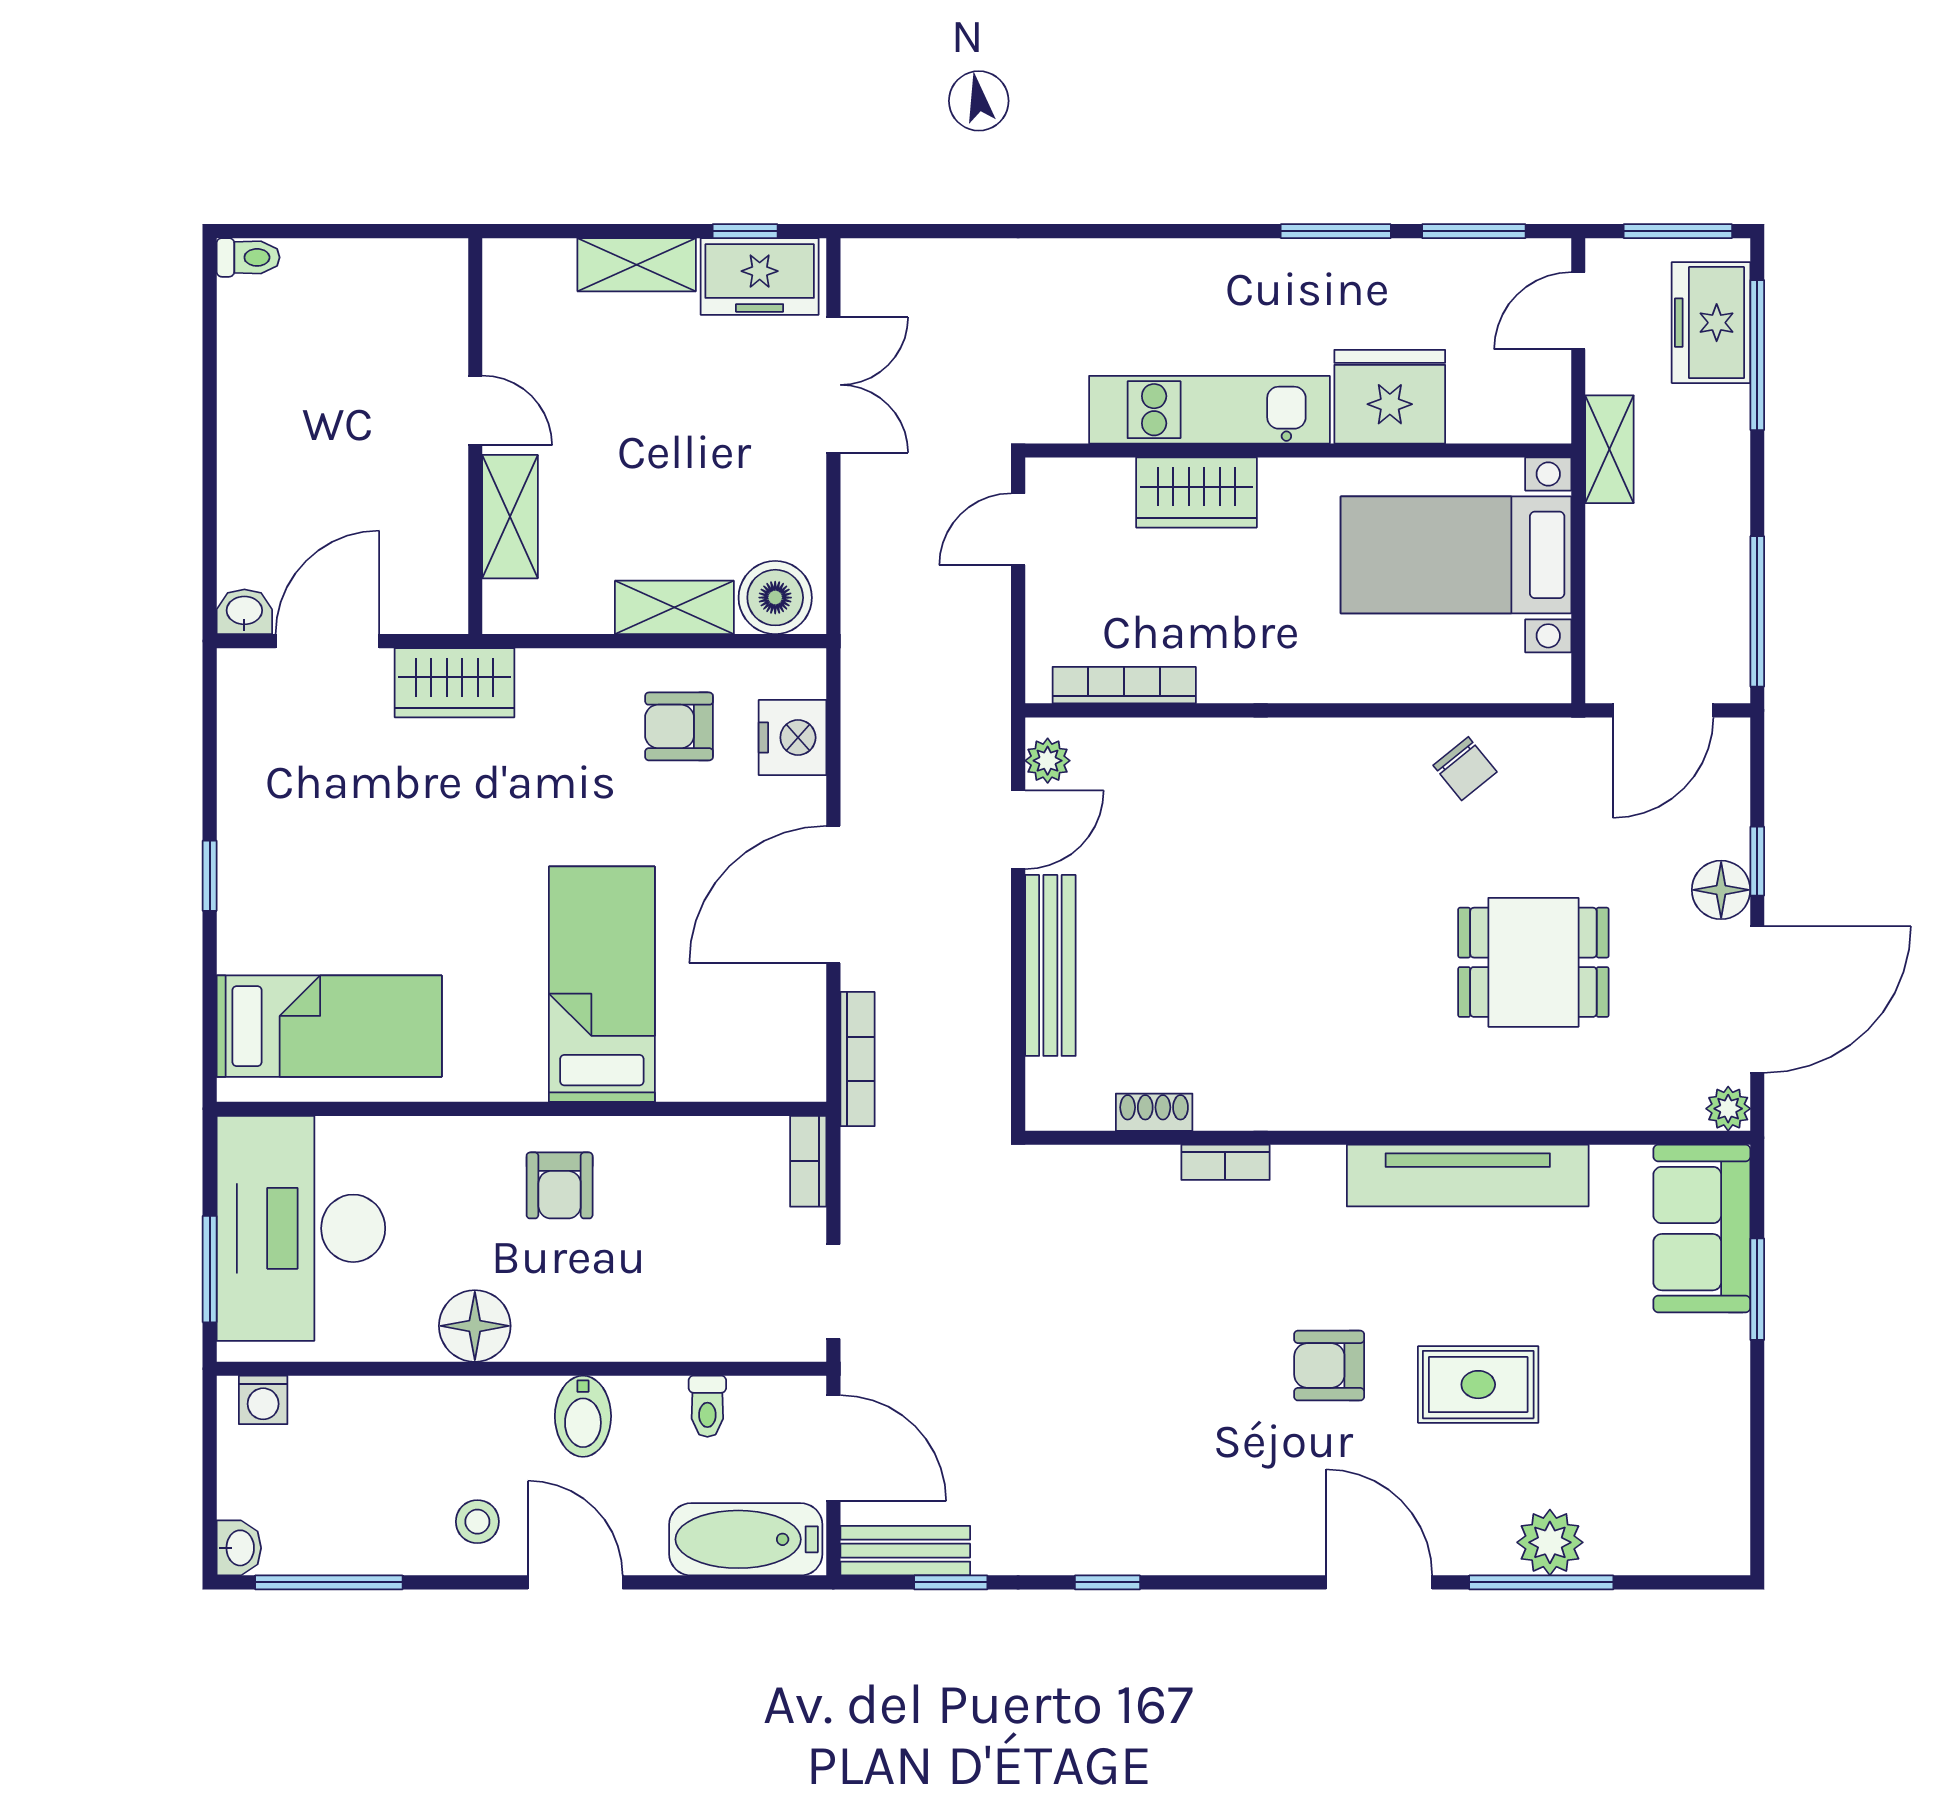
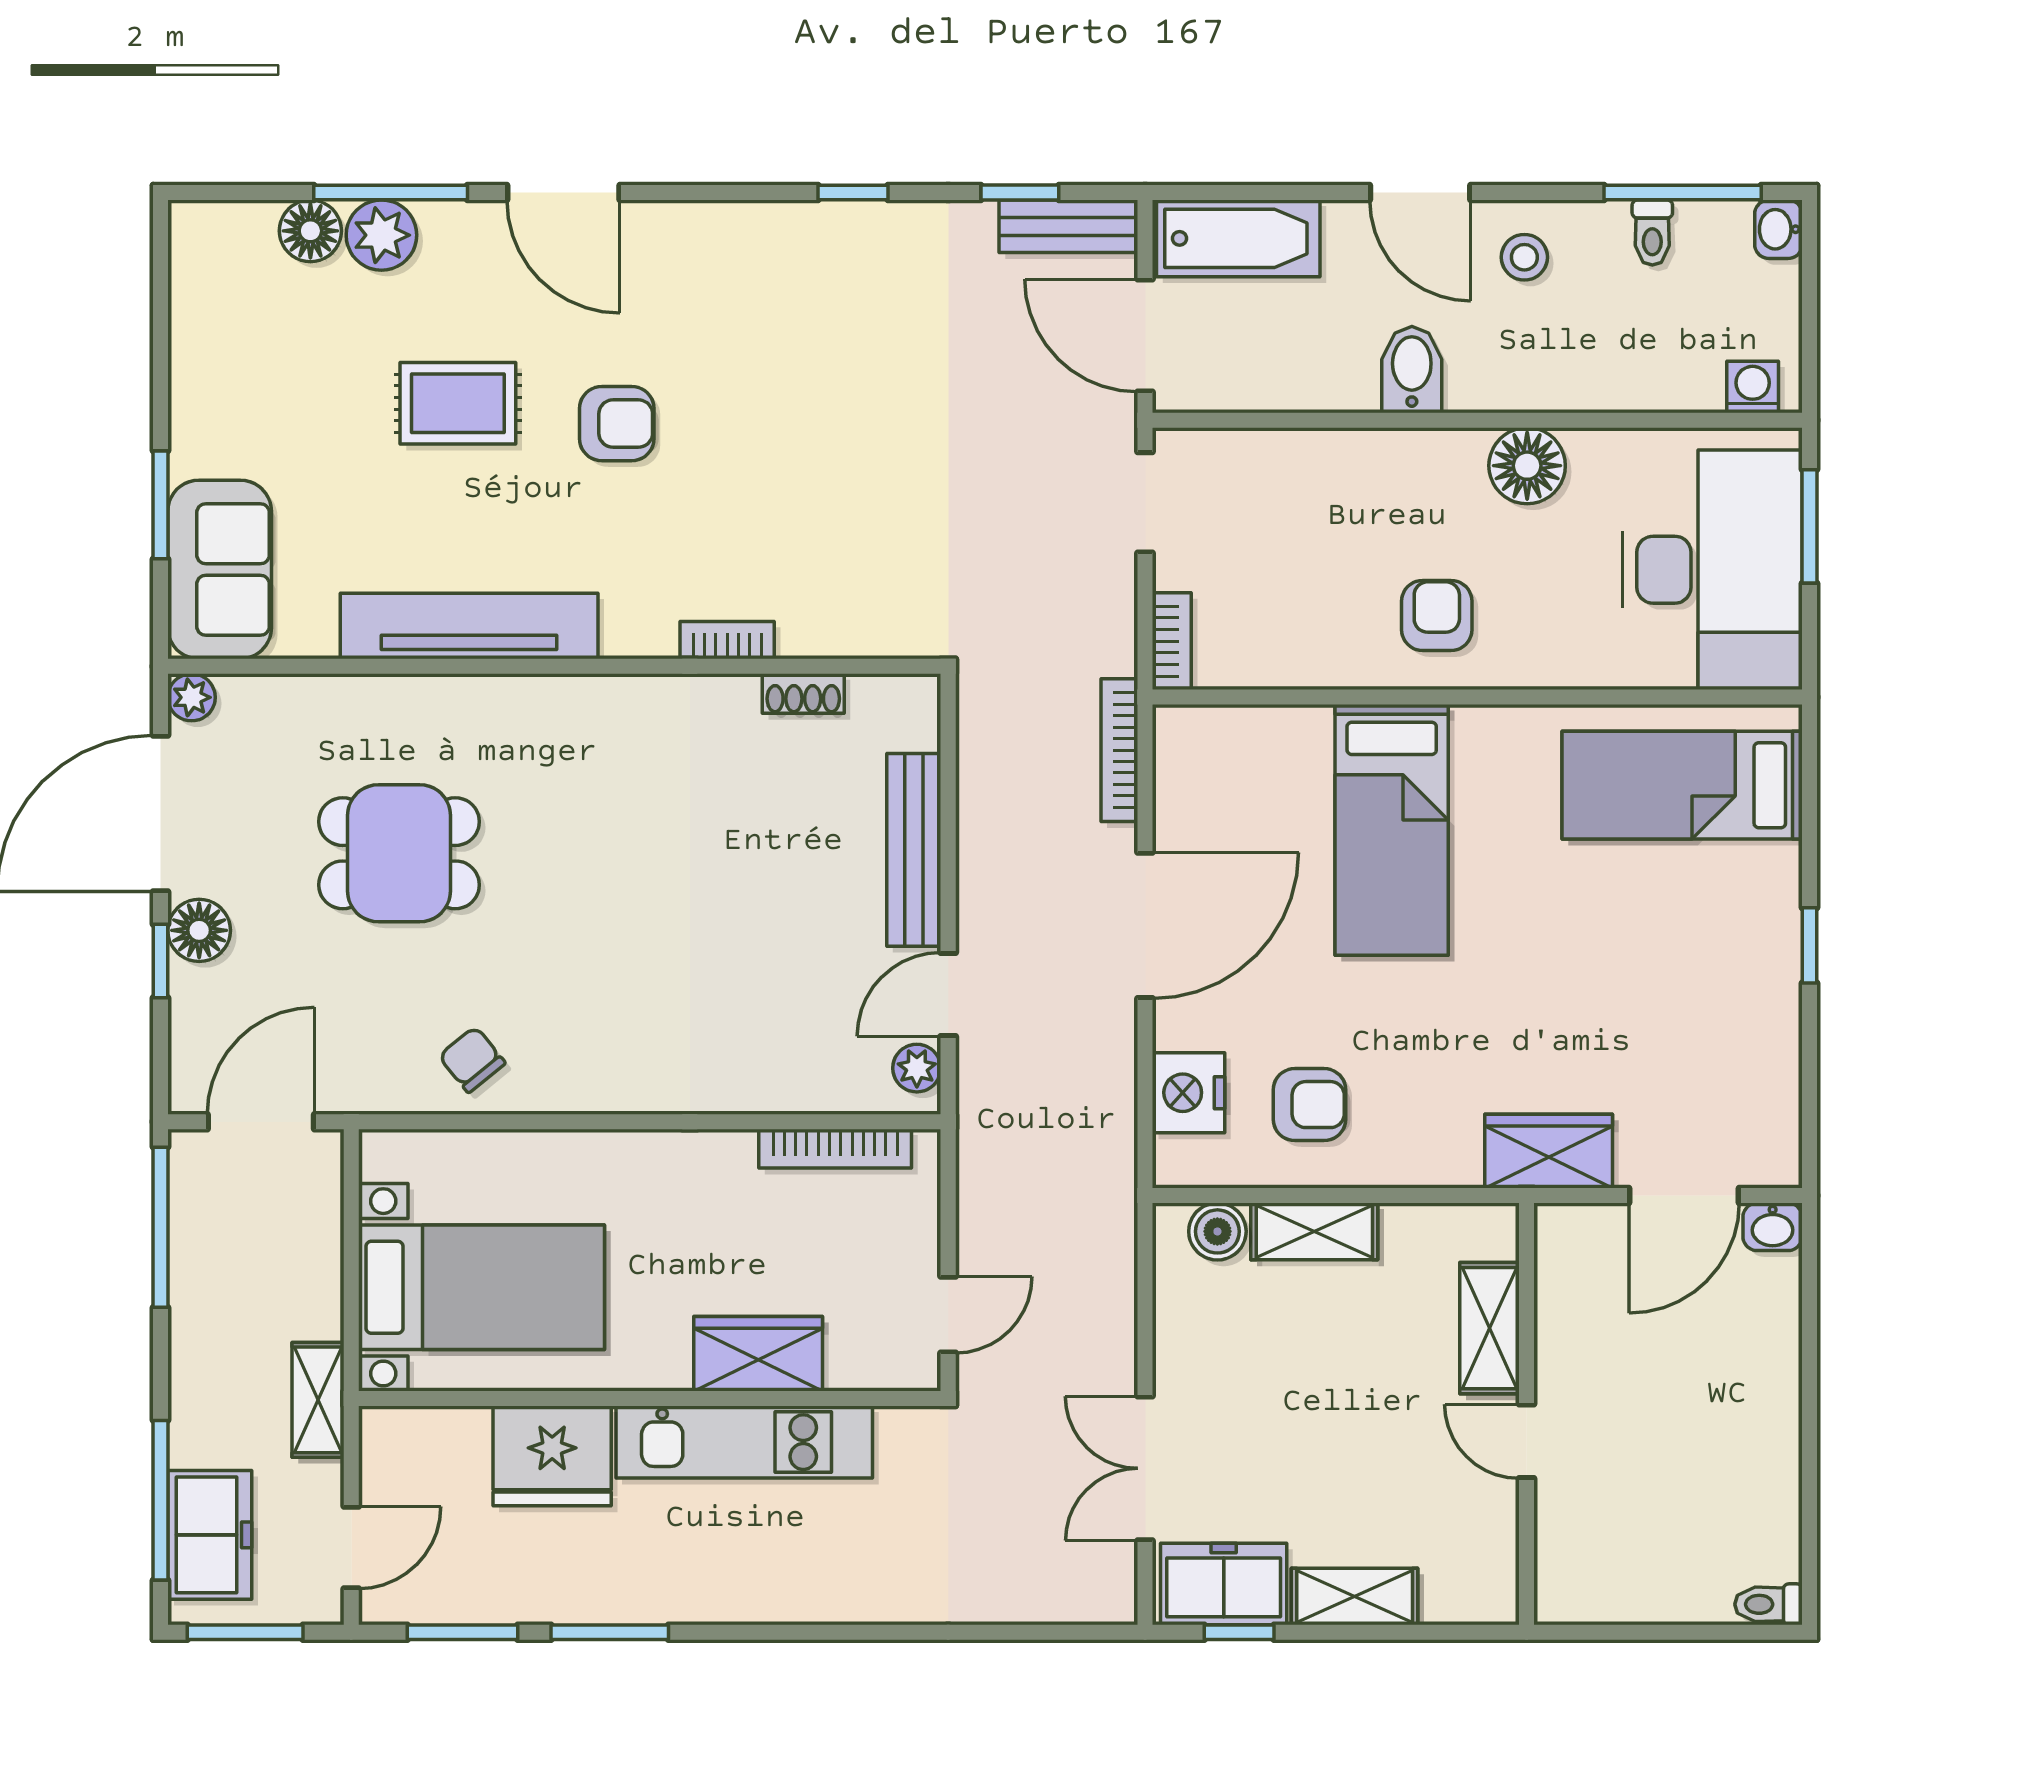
boiler: (775, 598) -> (1217, 1231), width x0.73, depth x0.73
toilet: (707, 1406) -> (1652, 233), moved, turned 180
floor lamp: (1617, 1546) -> (310, 231), added

